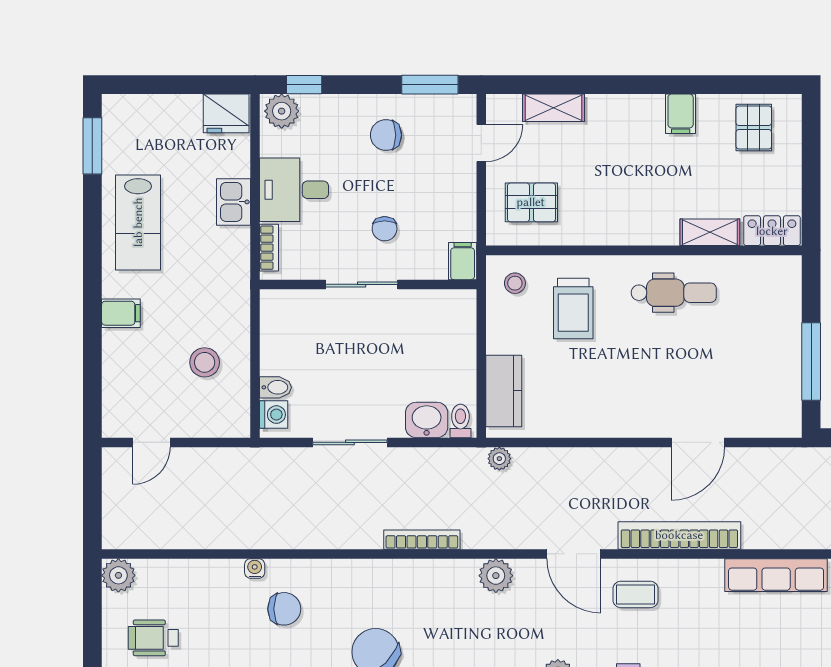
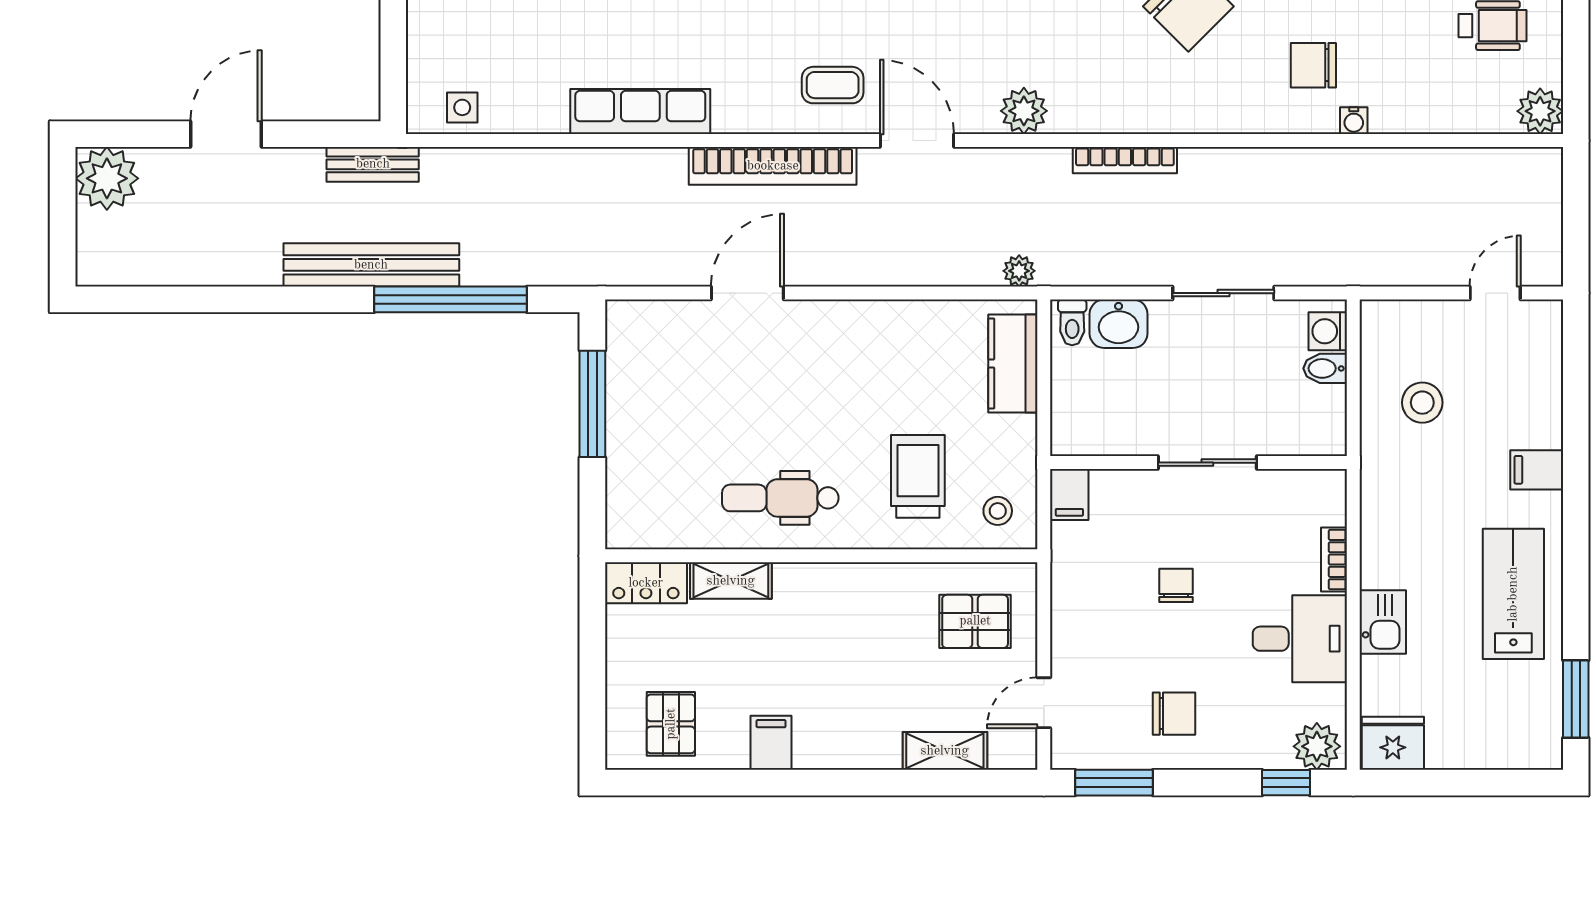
filing cabinet: (463, 261) -> (1069, 494), moved
sliding door: (362, 284) -> (1207, 463), moved
wall: (368, 284) -> (1199, 463), moved

